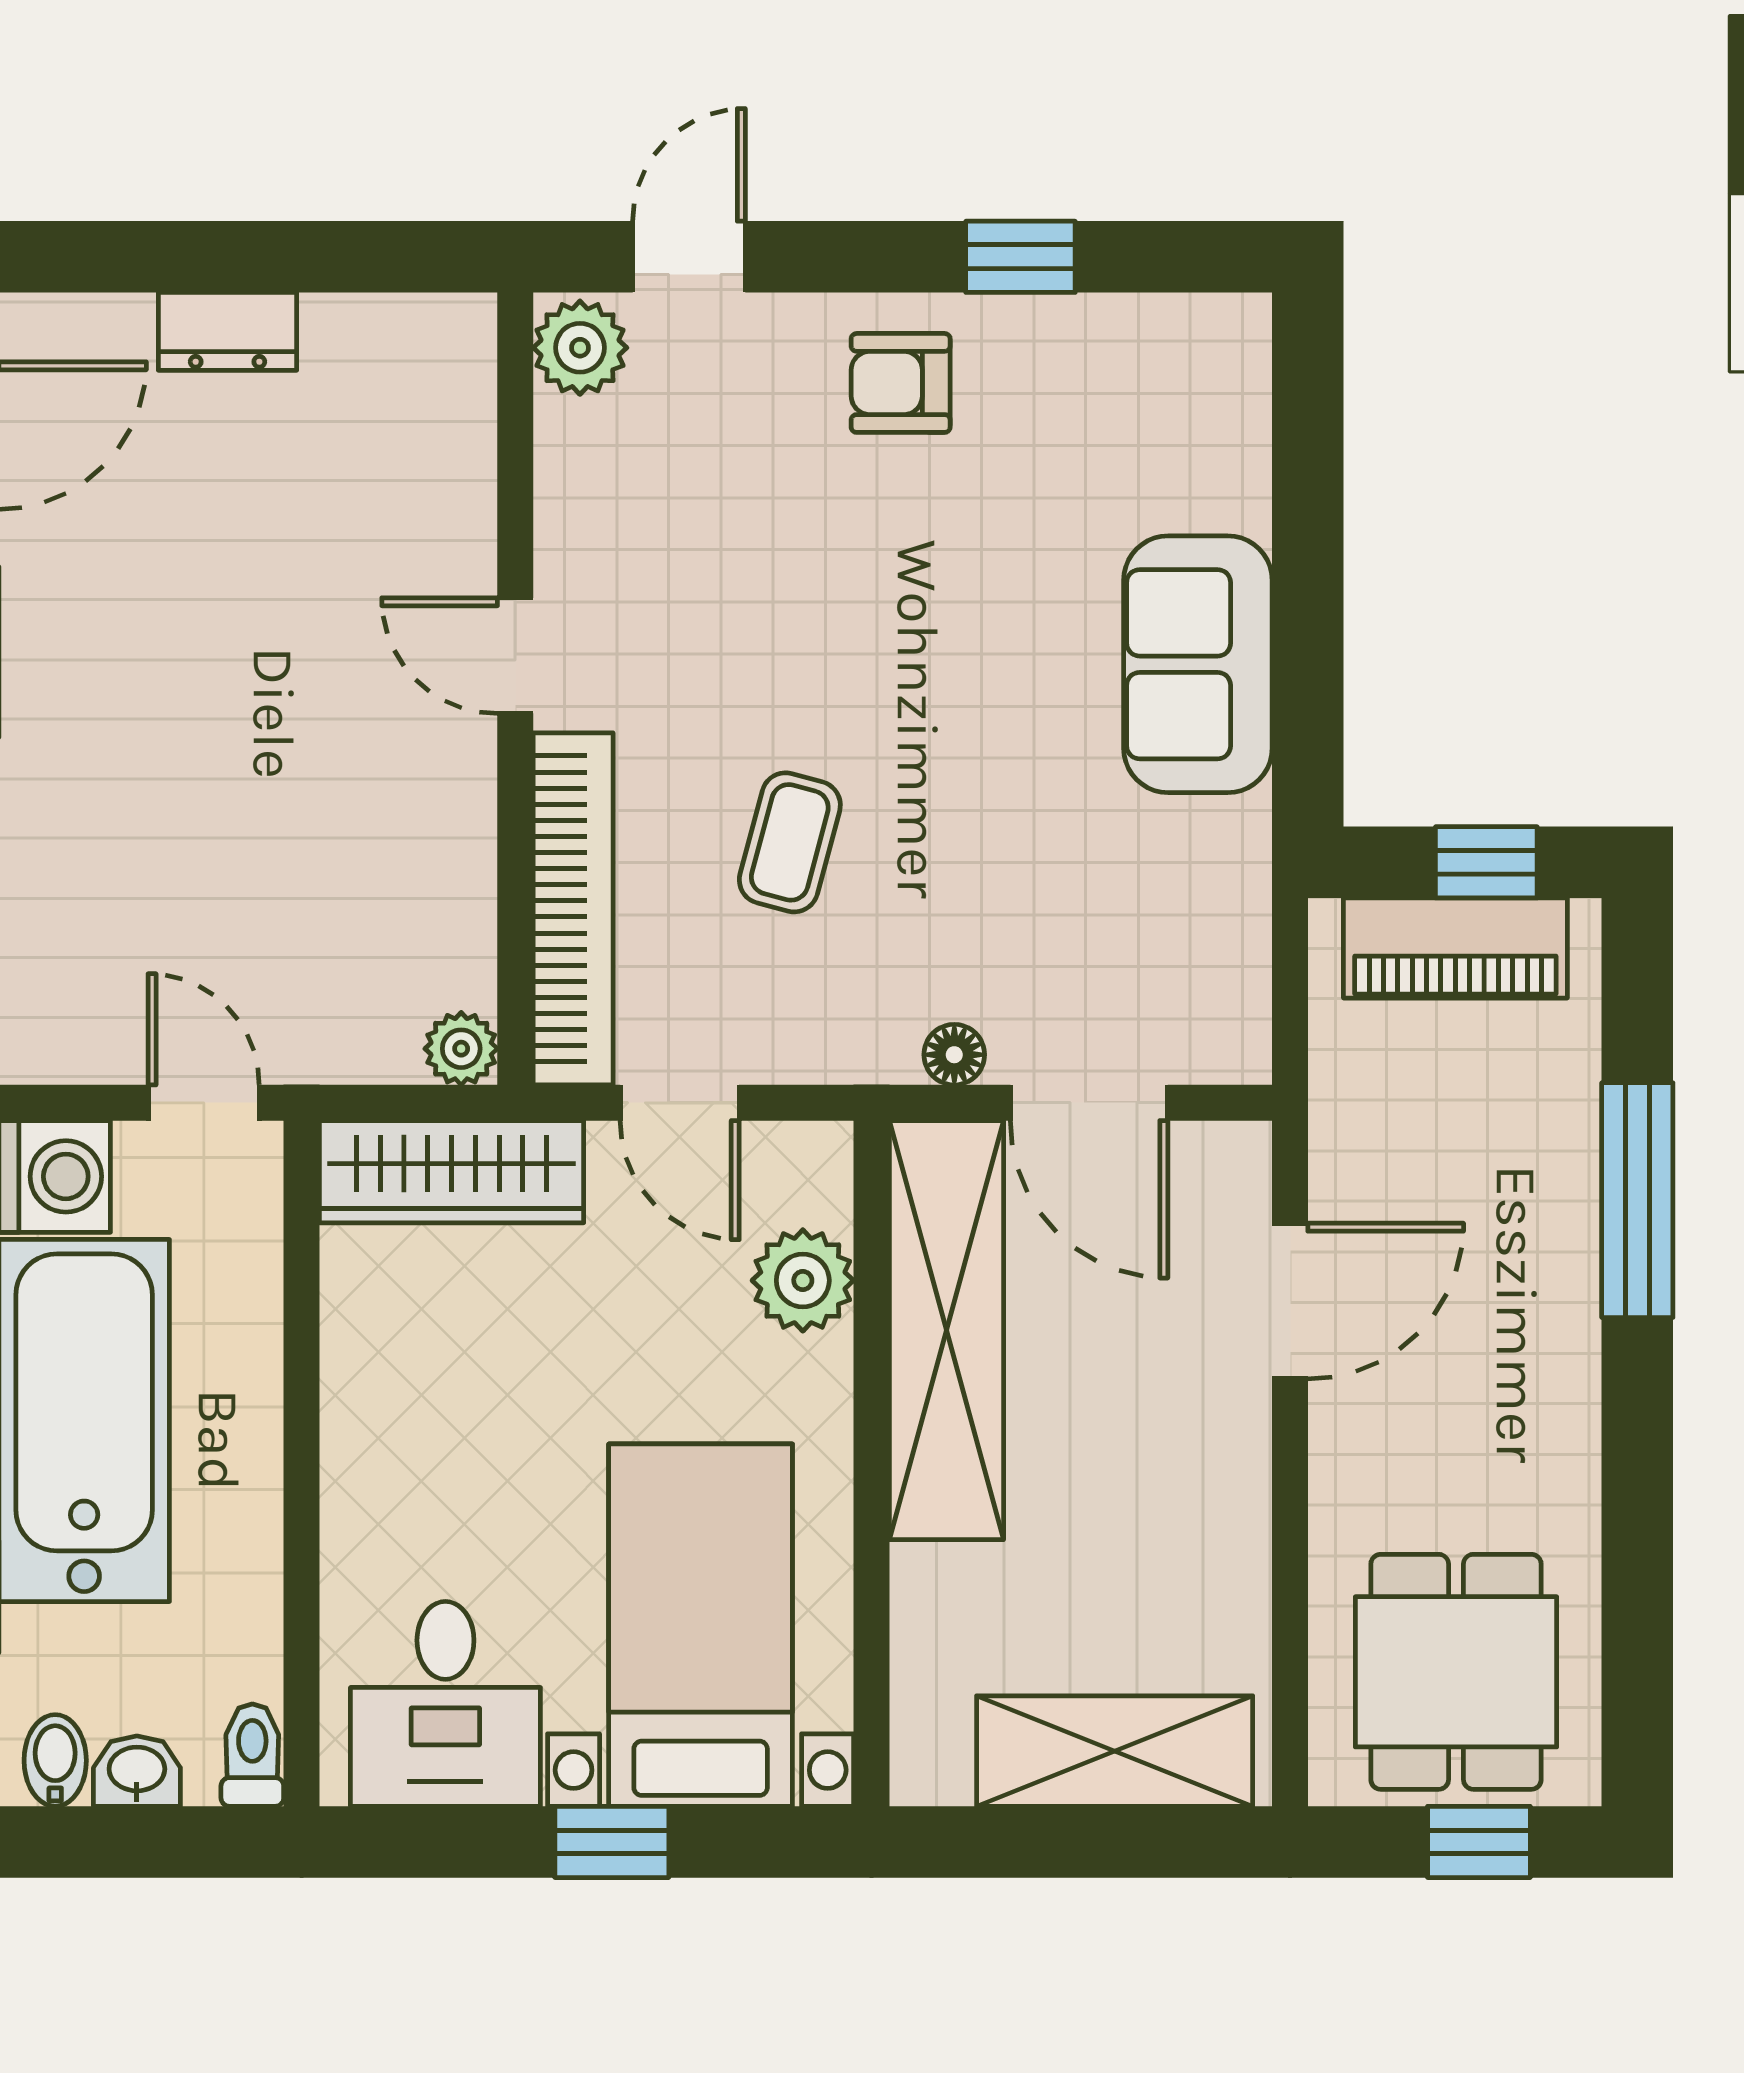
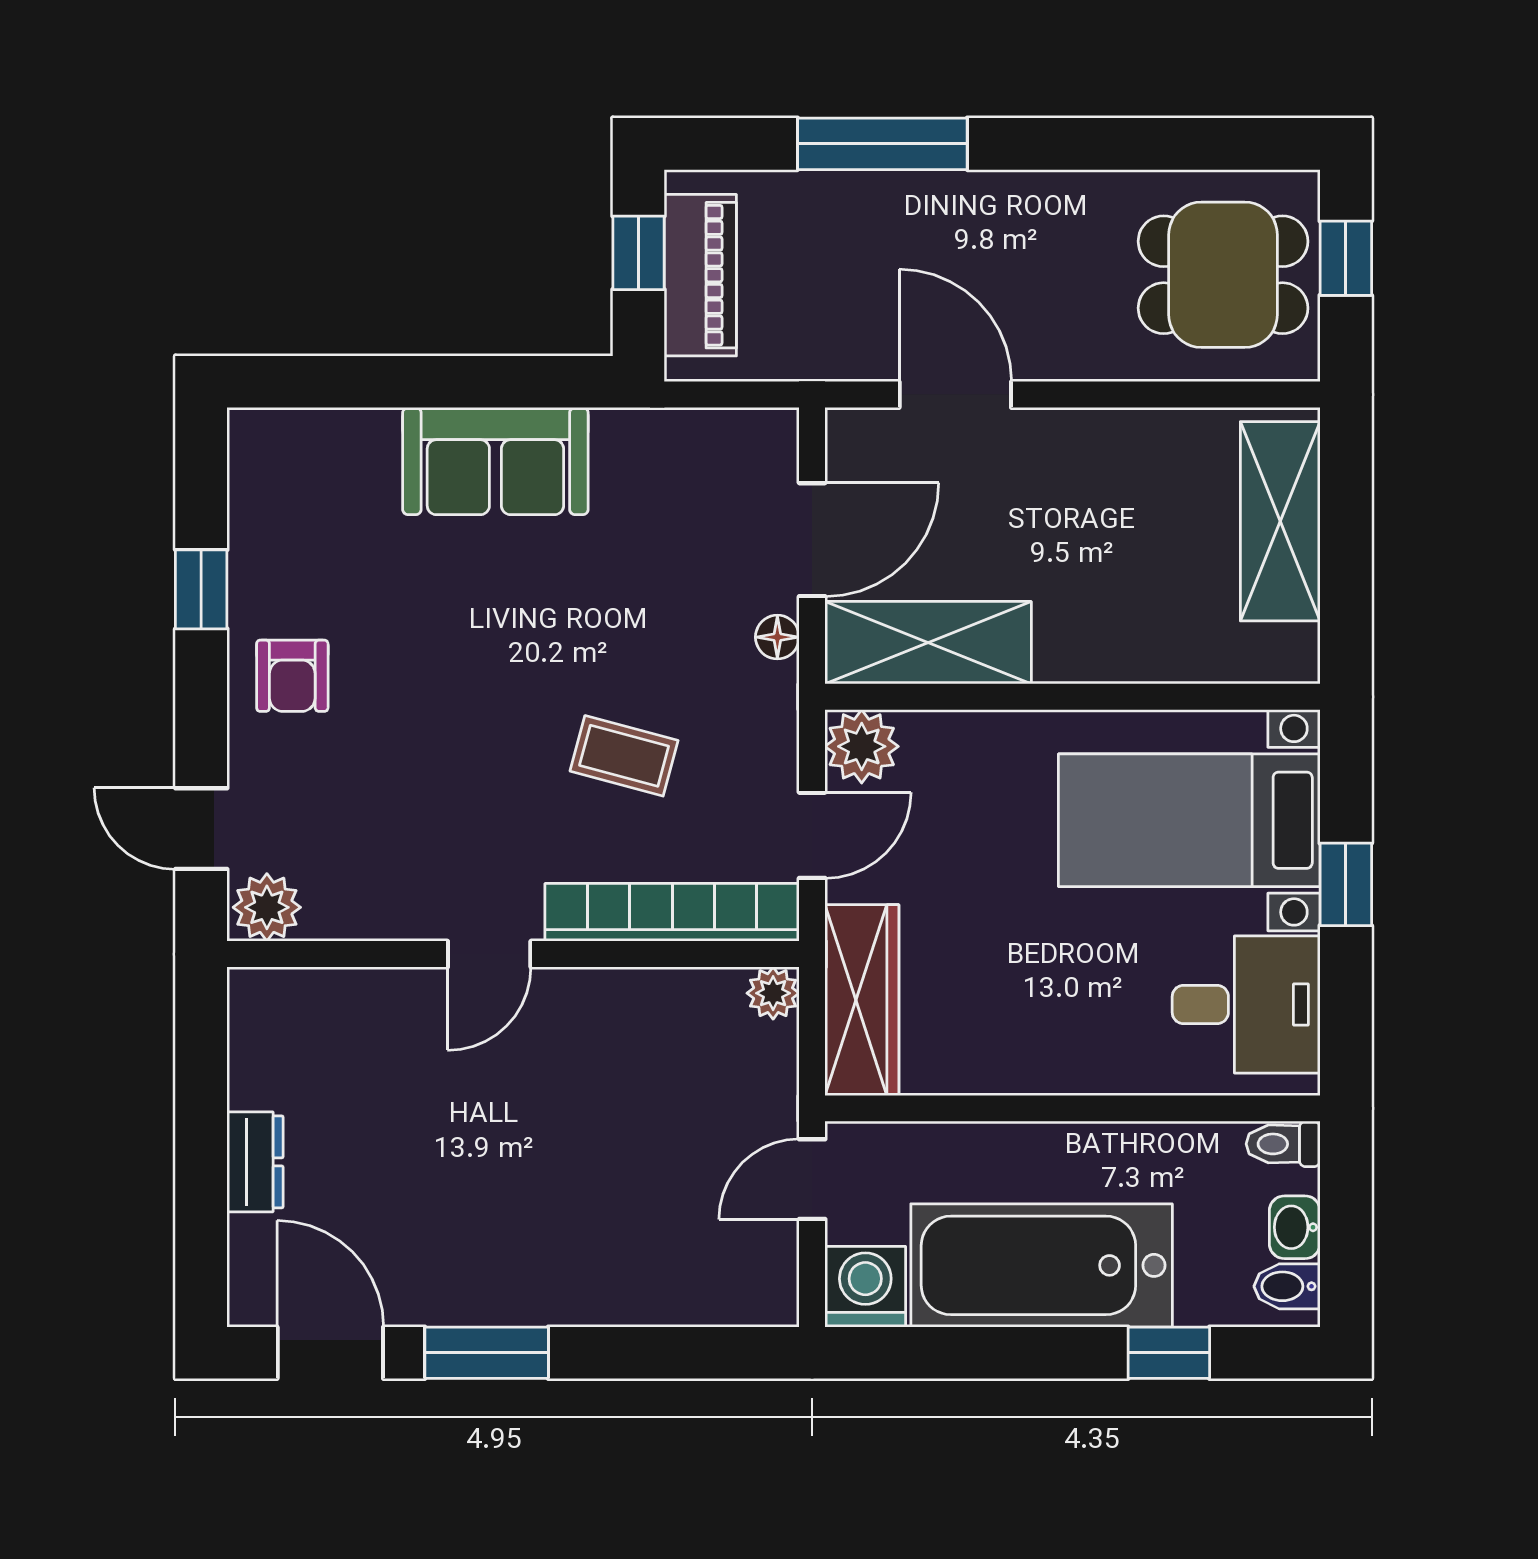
plant: (803, 1280) -> (862, 746), moved
shelving: (946, 1330) -> (928, 643), width x0.68

